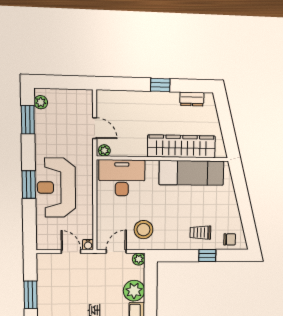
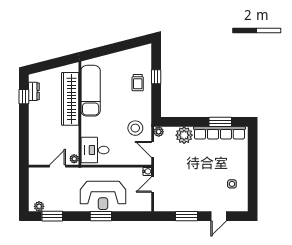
window: (160, 85) -> (24, 97), moved
desk: (122, 178) -> (95, 150), width x0.73
chair: (230, 239) -> (143, 59), removed

